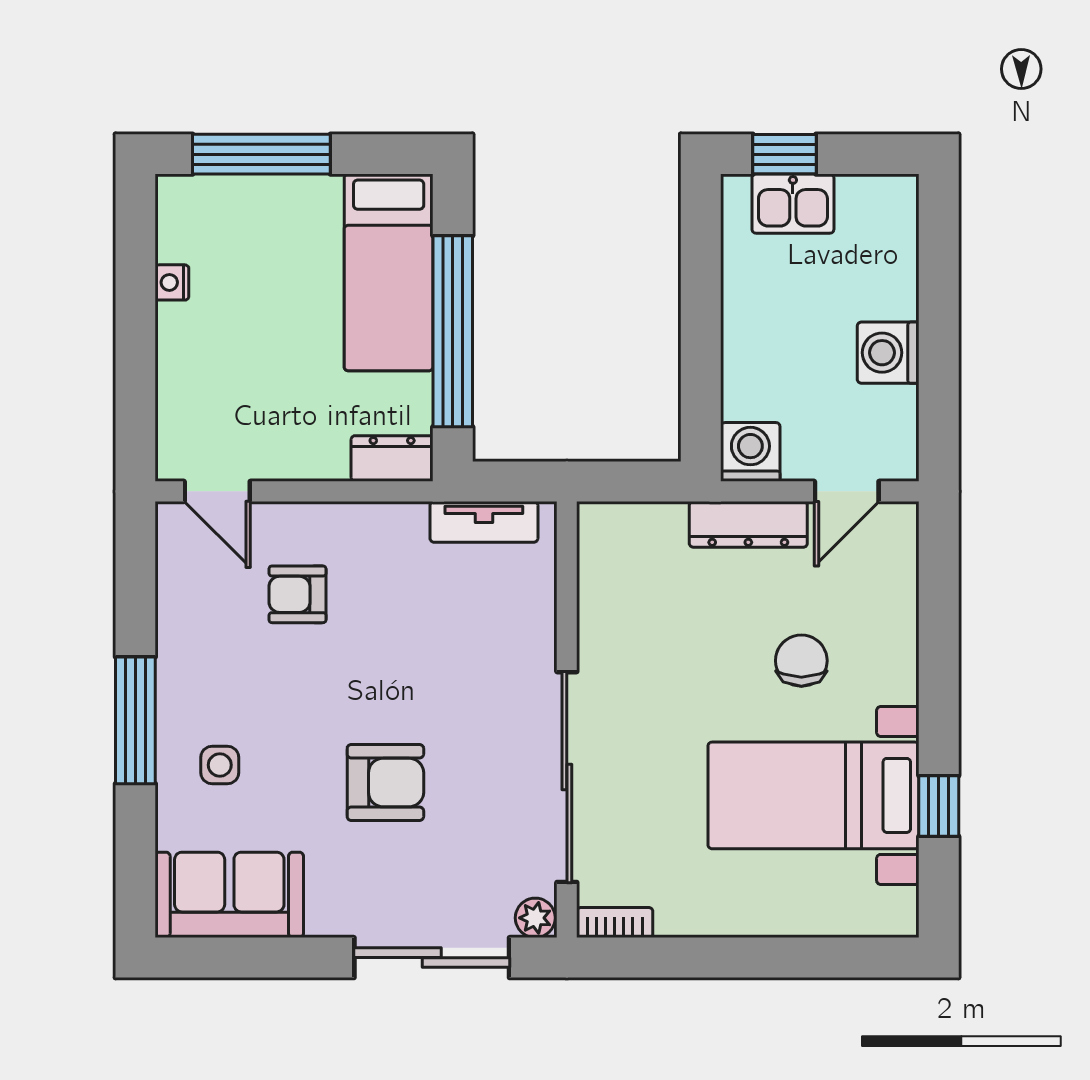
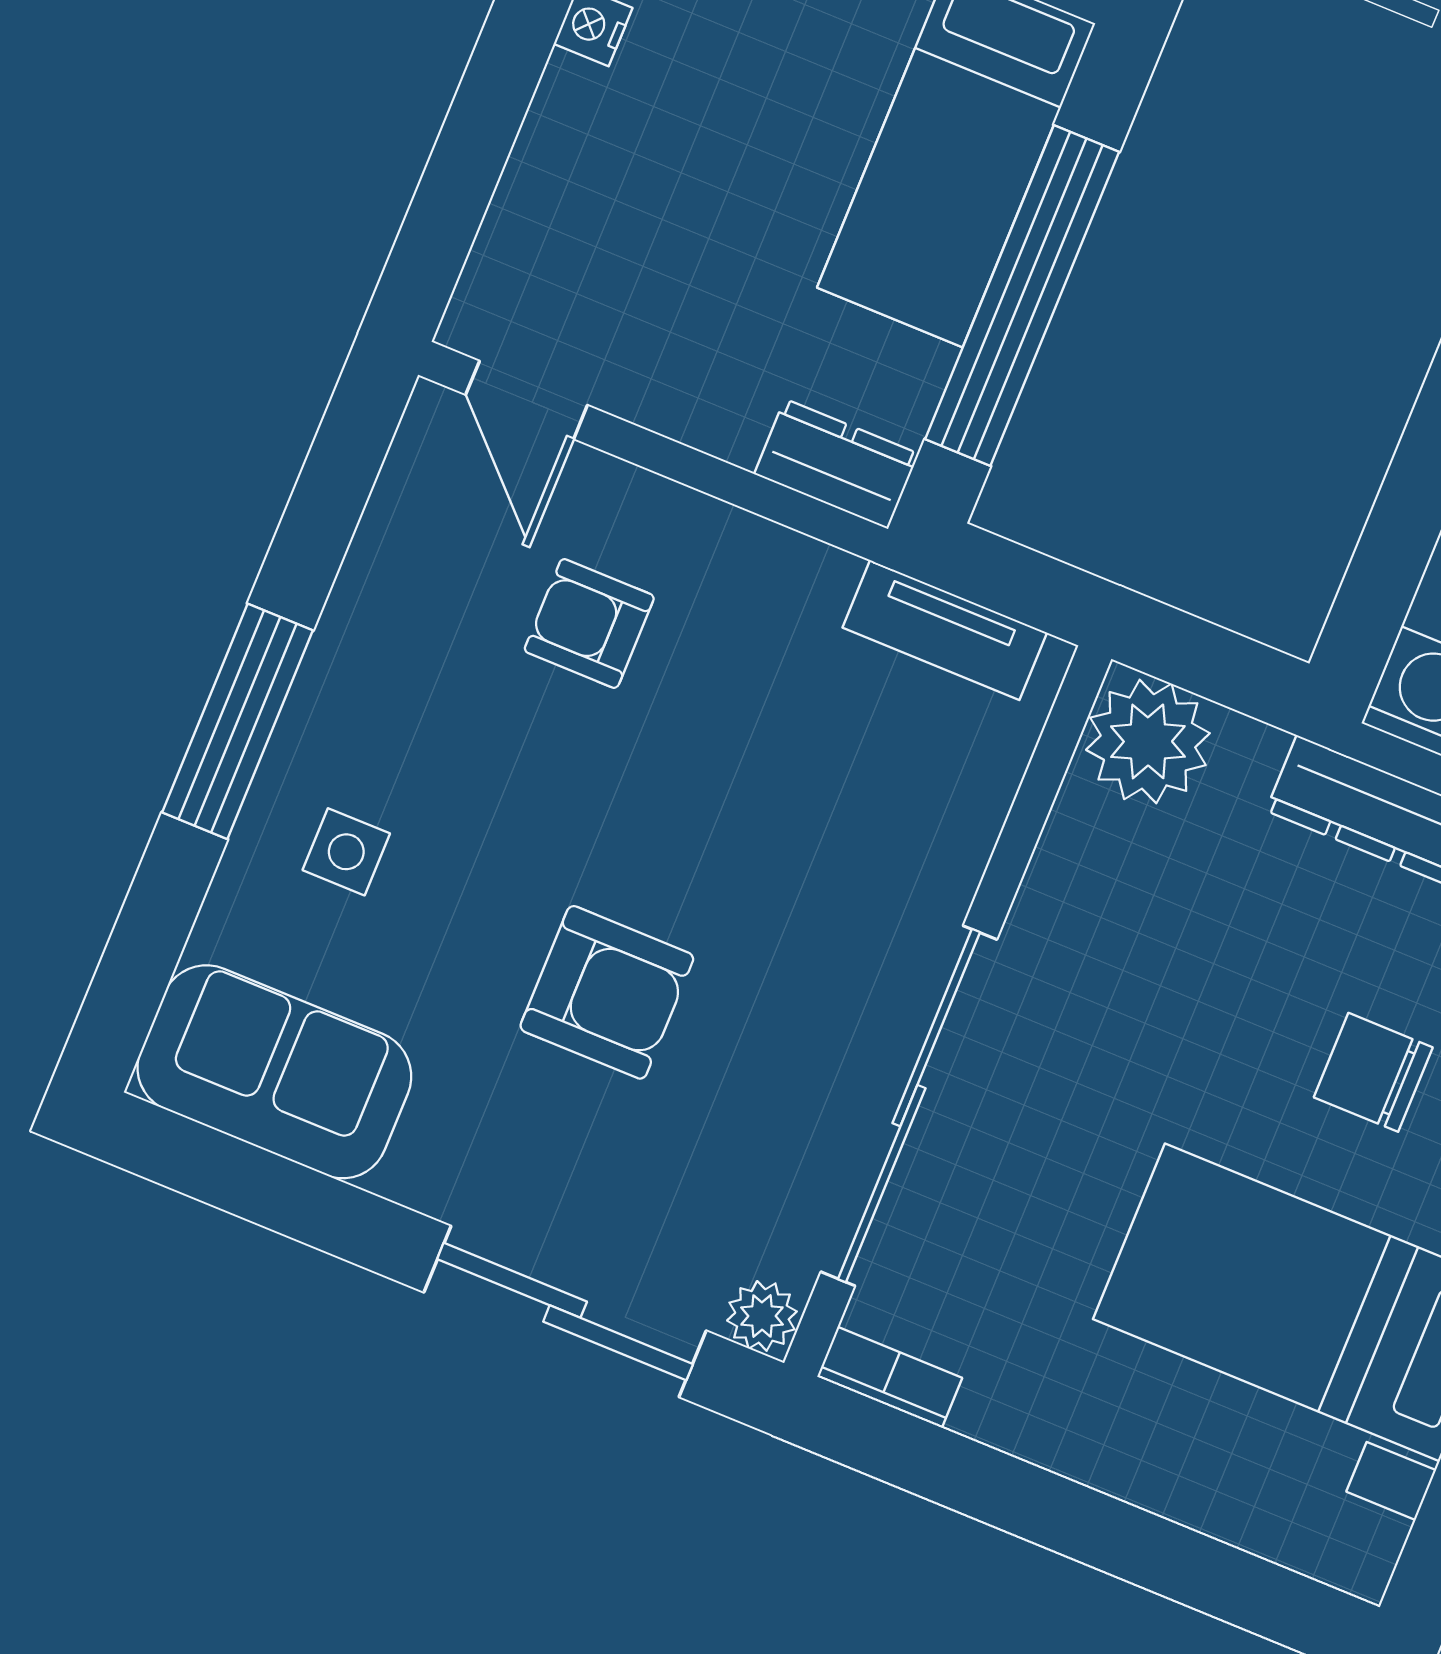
plant: (613, 536) -> (1148, 741), added
chair: (801, 661) -> (1373, 1072), turned -90

